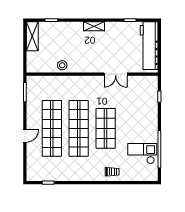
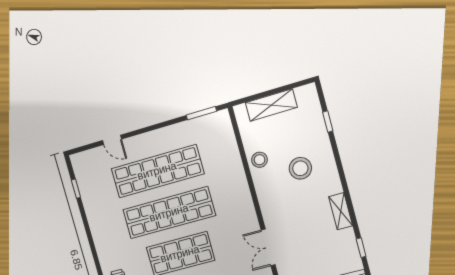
shelving: (94, 26) -> (341, 211), moved
shelving: (32, 36) -> (271, 105), moved
stool: (74, 43) -> (300, 168), added
door: (25, 136) -> (112, 140), moved

